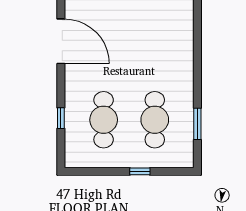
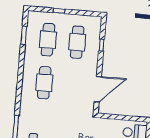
door: (61, 41) -> (98, 89), swing flipped
cafe table: (155, 45) -> (44, 83), added

